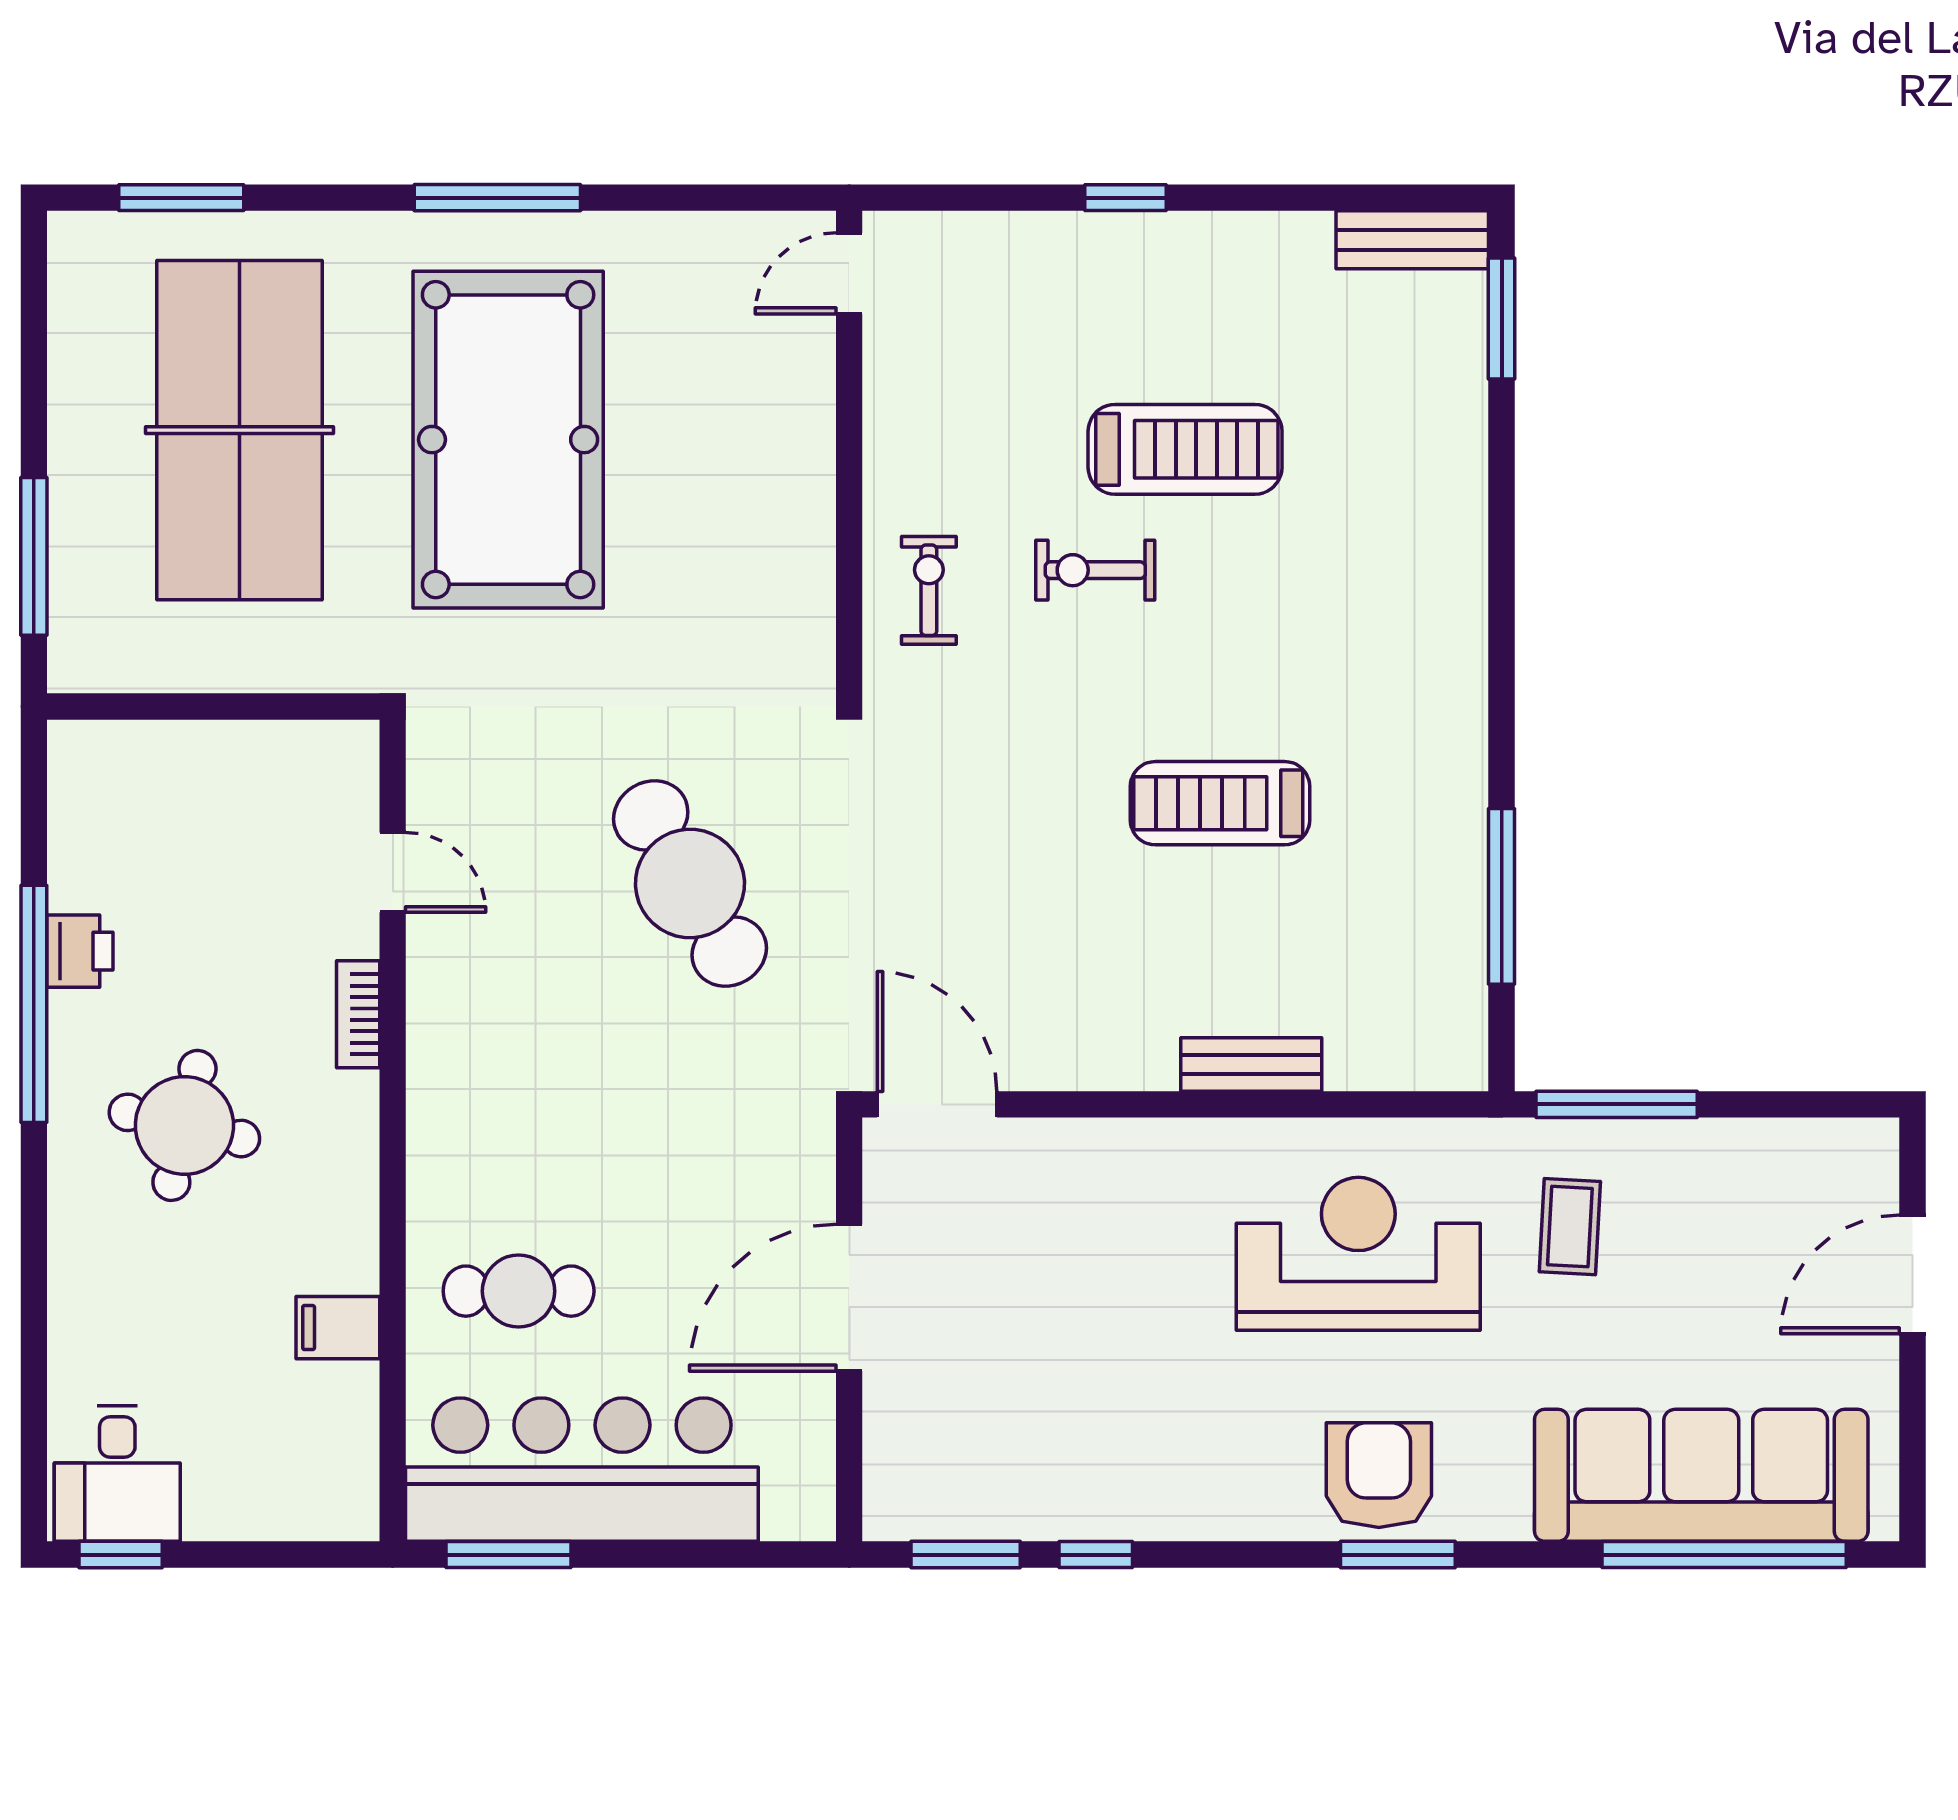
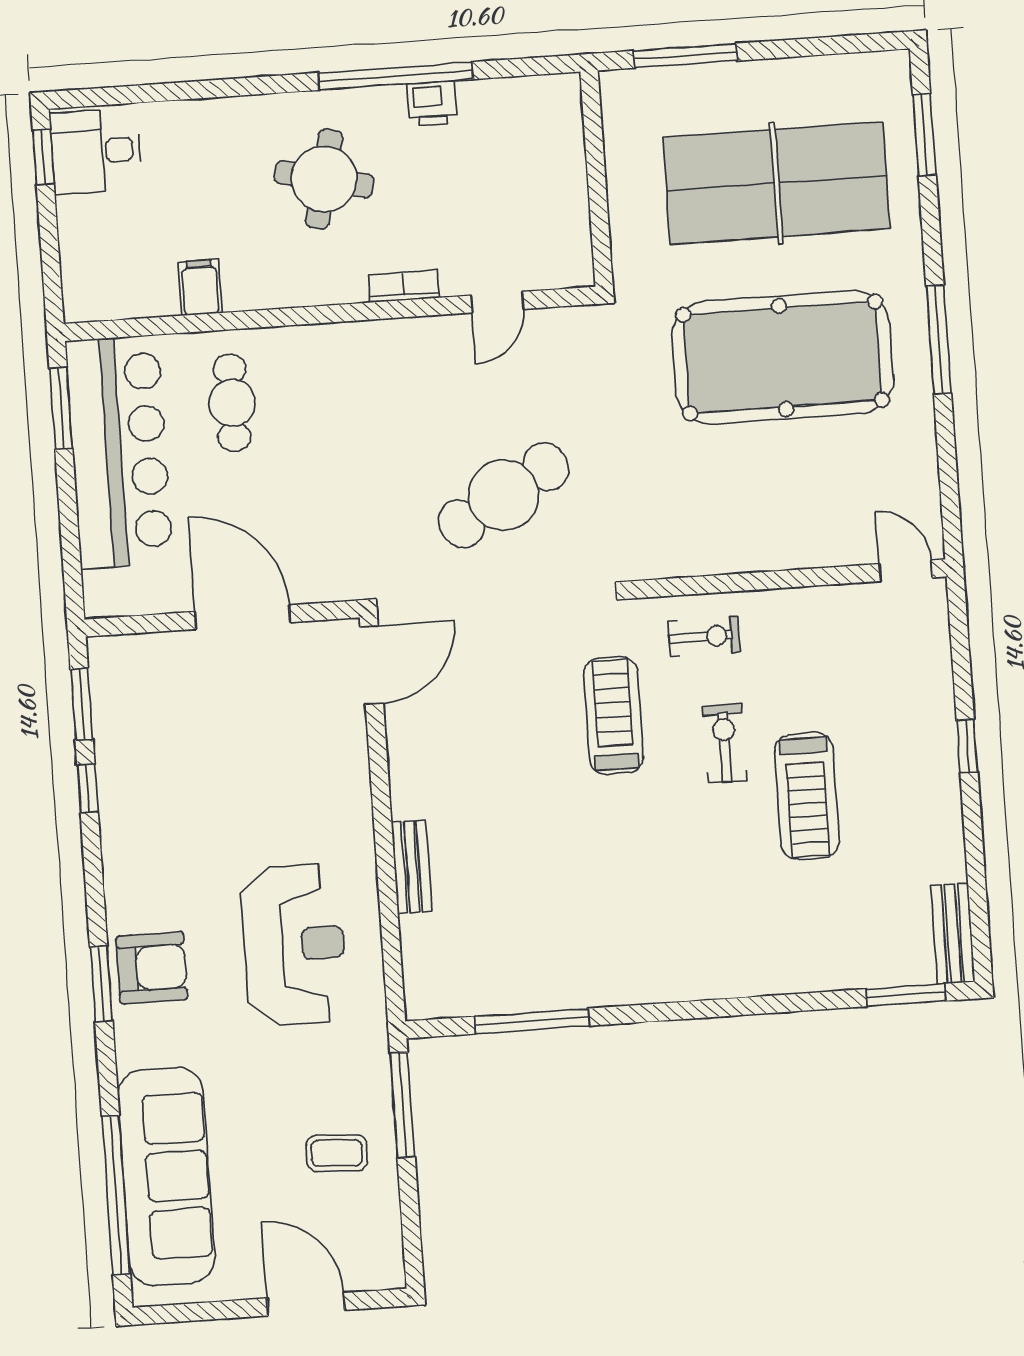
treadmill: (1220, 803) -> (613, 715), moved
coffee table: (1570, 1227) -> (337, 1153), moved

